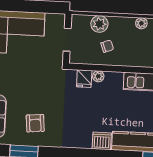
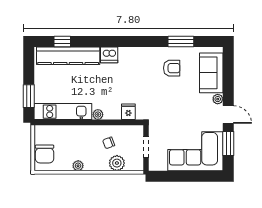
plant: (98, 76) -> (98, 115), moved
armchair: (35, 123) -> (172, 68), turned 95

